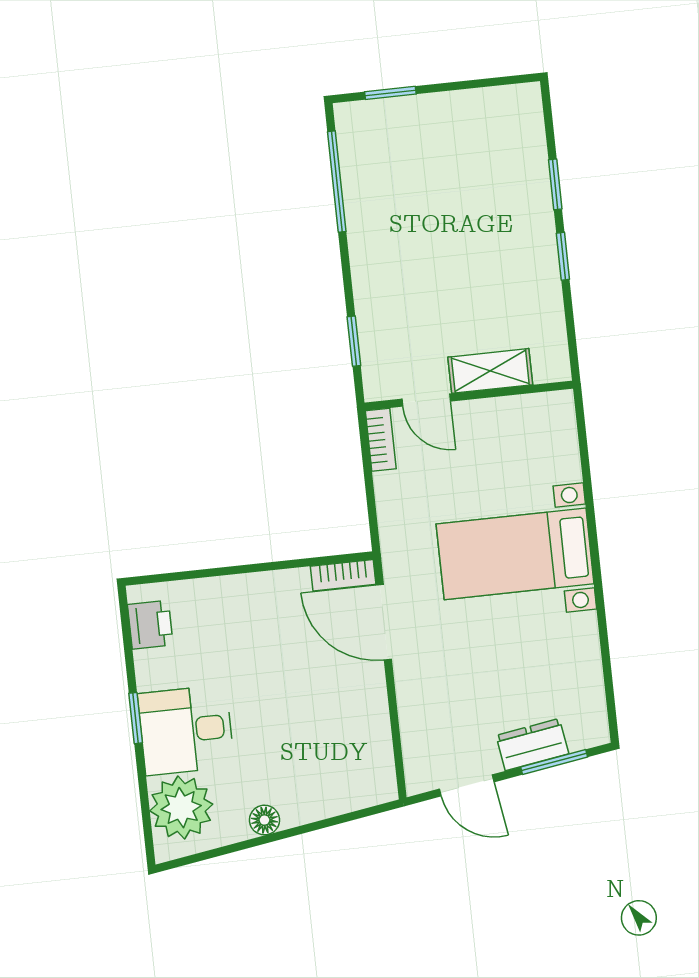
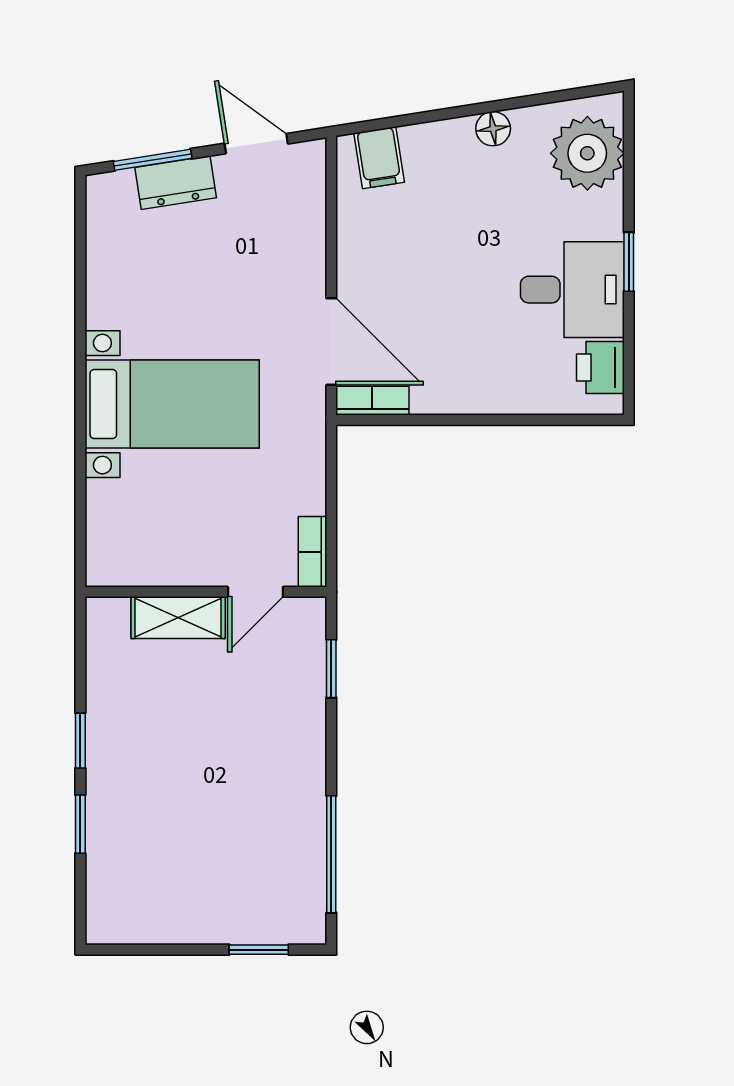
door: (426, 400) -> (255, 592), swing flipped
desk: (186, 730) -> (572, 290), moved
filing cabinet: (360, 785) -> (379, 158), added

